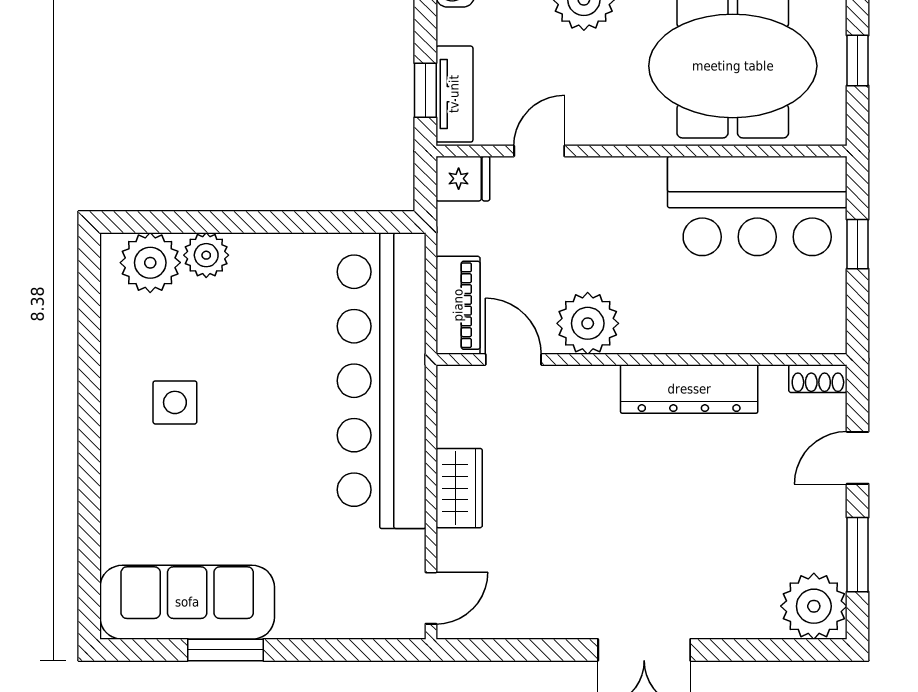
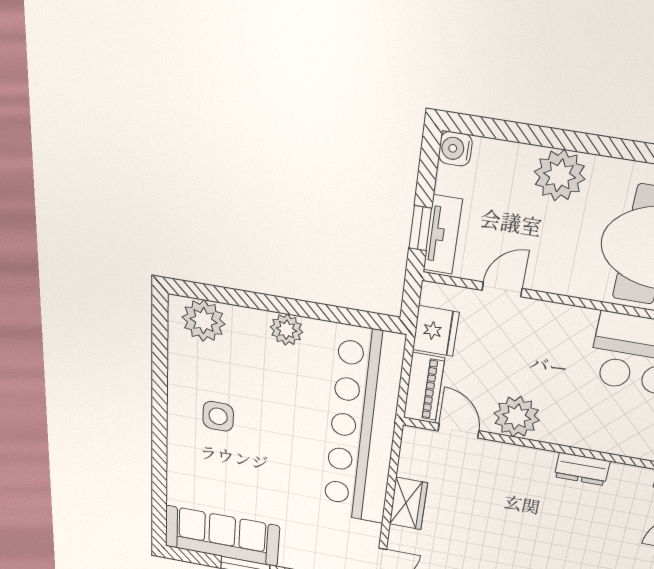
fridge: (463, 179) -> (436, 331), moved, width x1.38
plant: (206, 255) -> (287, 330), moved
dresser: (689, 389) -> (582, 469), width x0.51, depth x0.80

